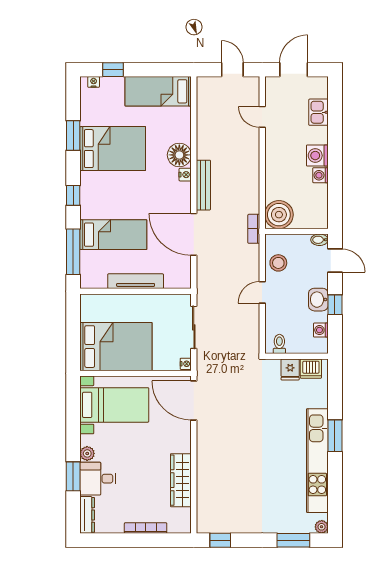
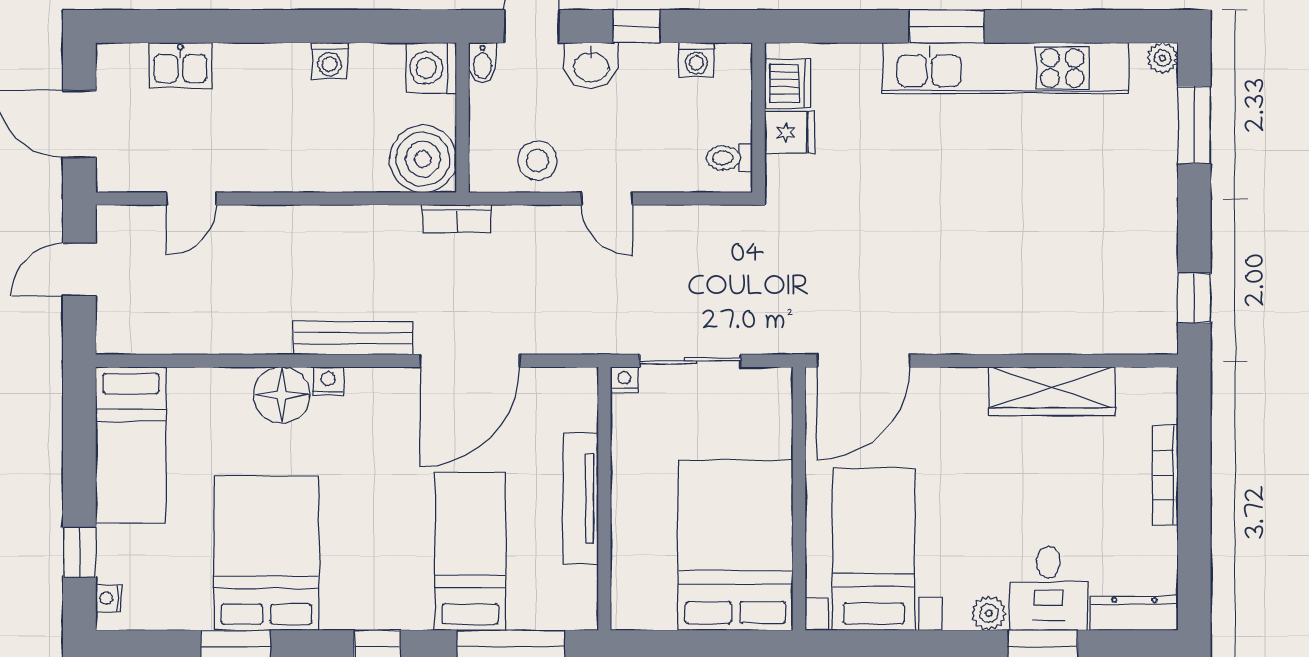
washing machine: (317, 156) -> (431, 68), moved, turned 90
washbasin: (318, 300) -> (591, 66), moved
nightstand: (186, 364) -> (624, 380), moved

